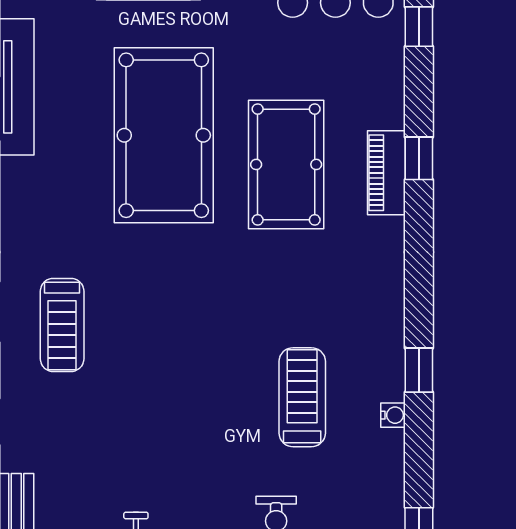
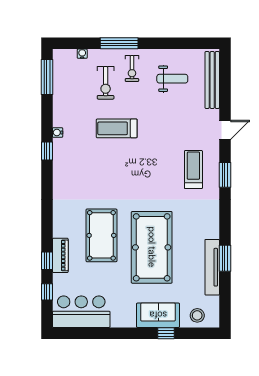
window: (419, 158) -> (47, 261), moved
piano: (386, 173) -> (60, 255), moved
treadmill: (302, 397) -> (117, 128), moved, turned 90

